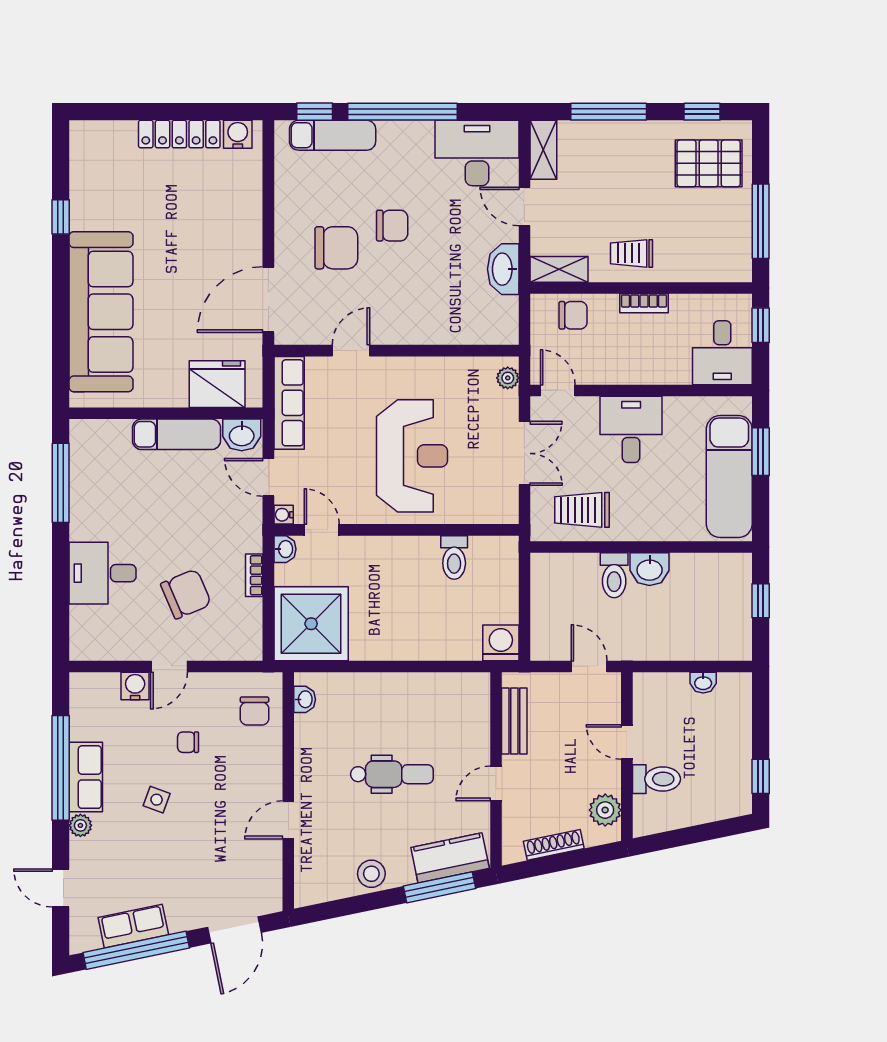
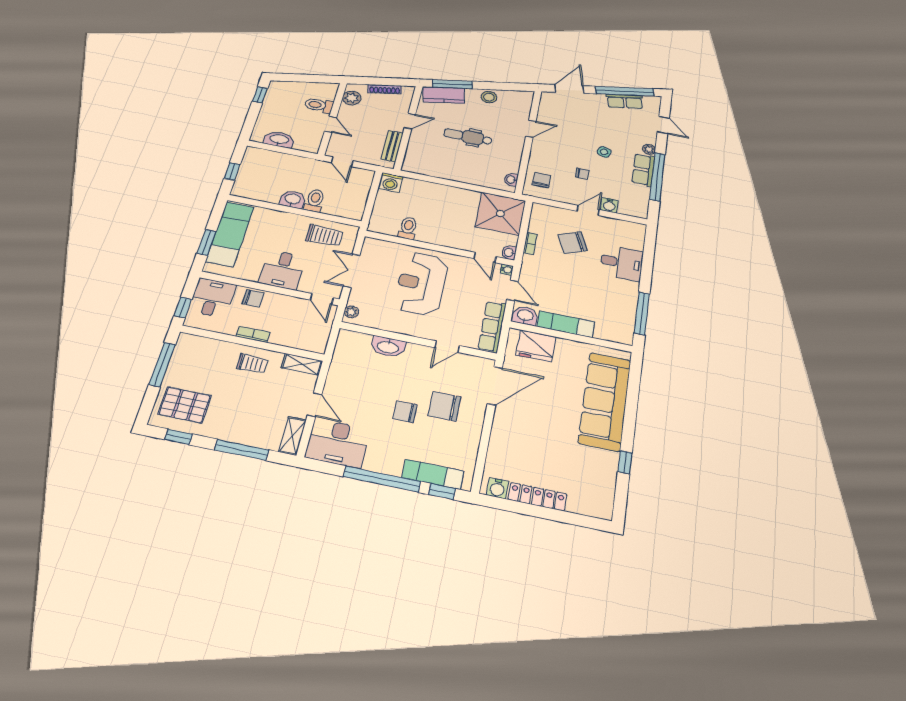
washbasin: (503, 269) -> (388, 347), moved, turned 90
chair: (573, 315) -> (253, 298), moved, turned 180
washbasin: (703, 683) -> (279, 139), width x1.91, depth x1.45

